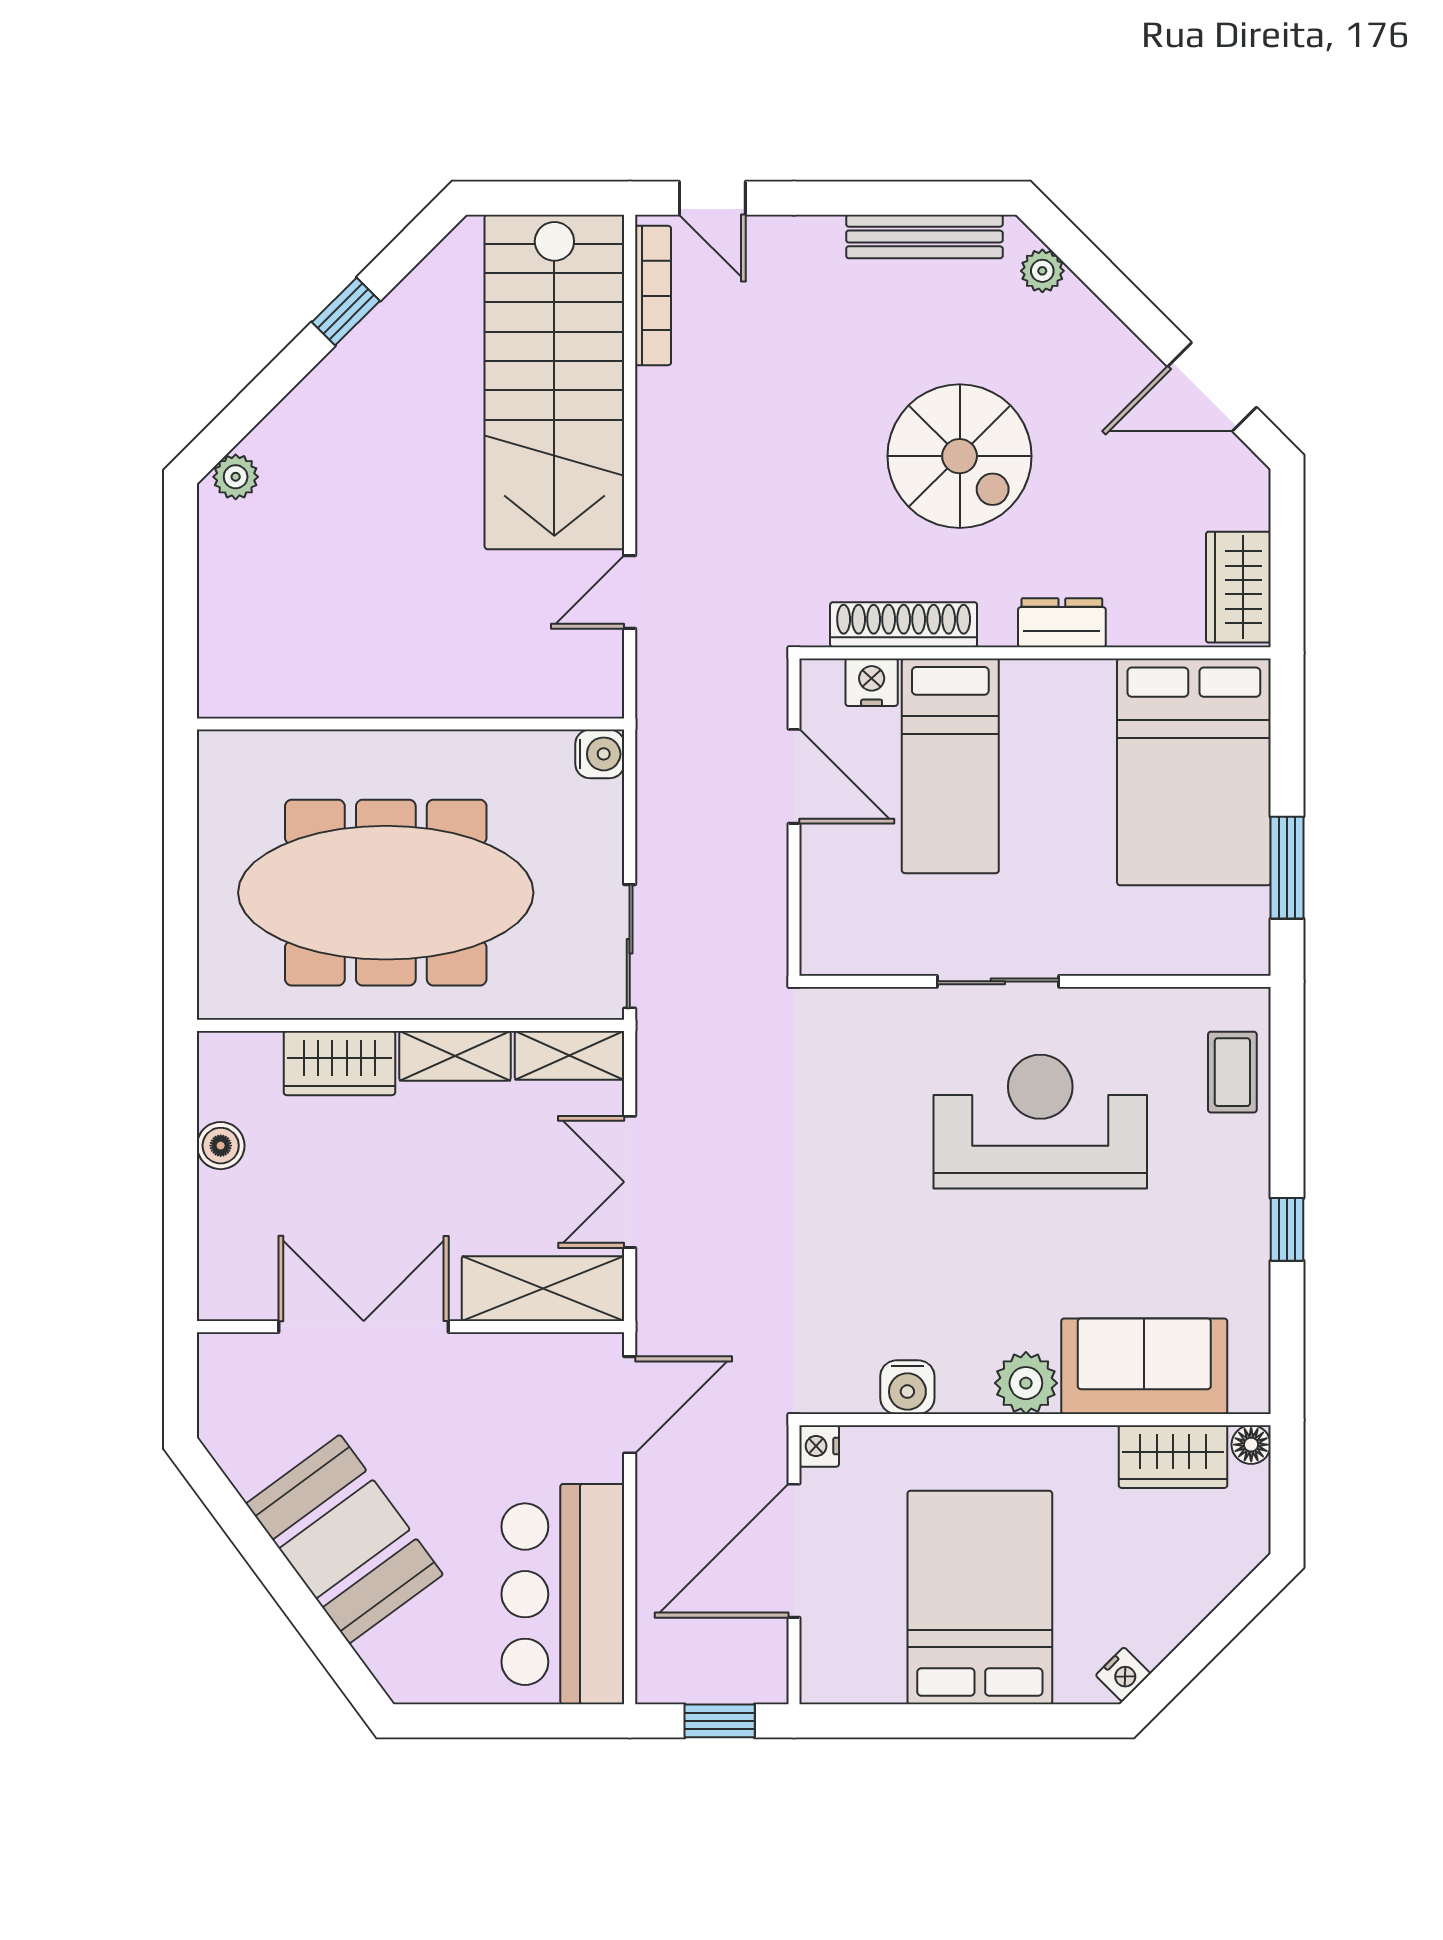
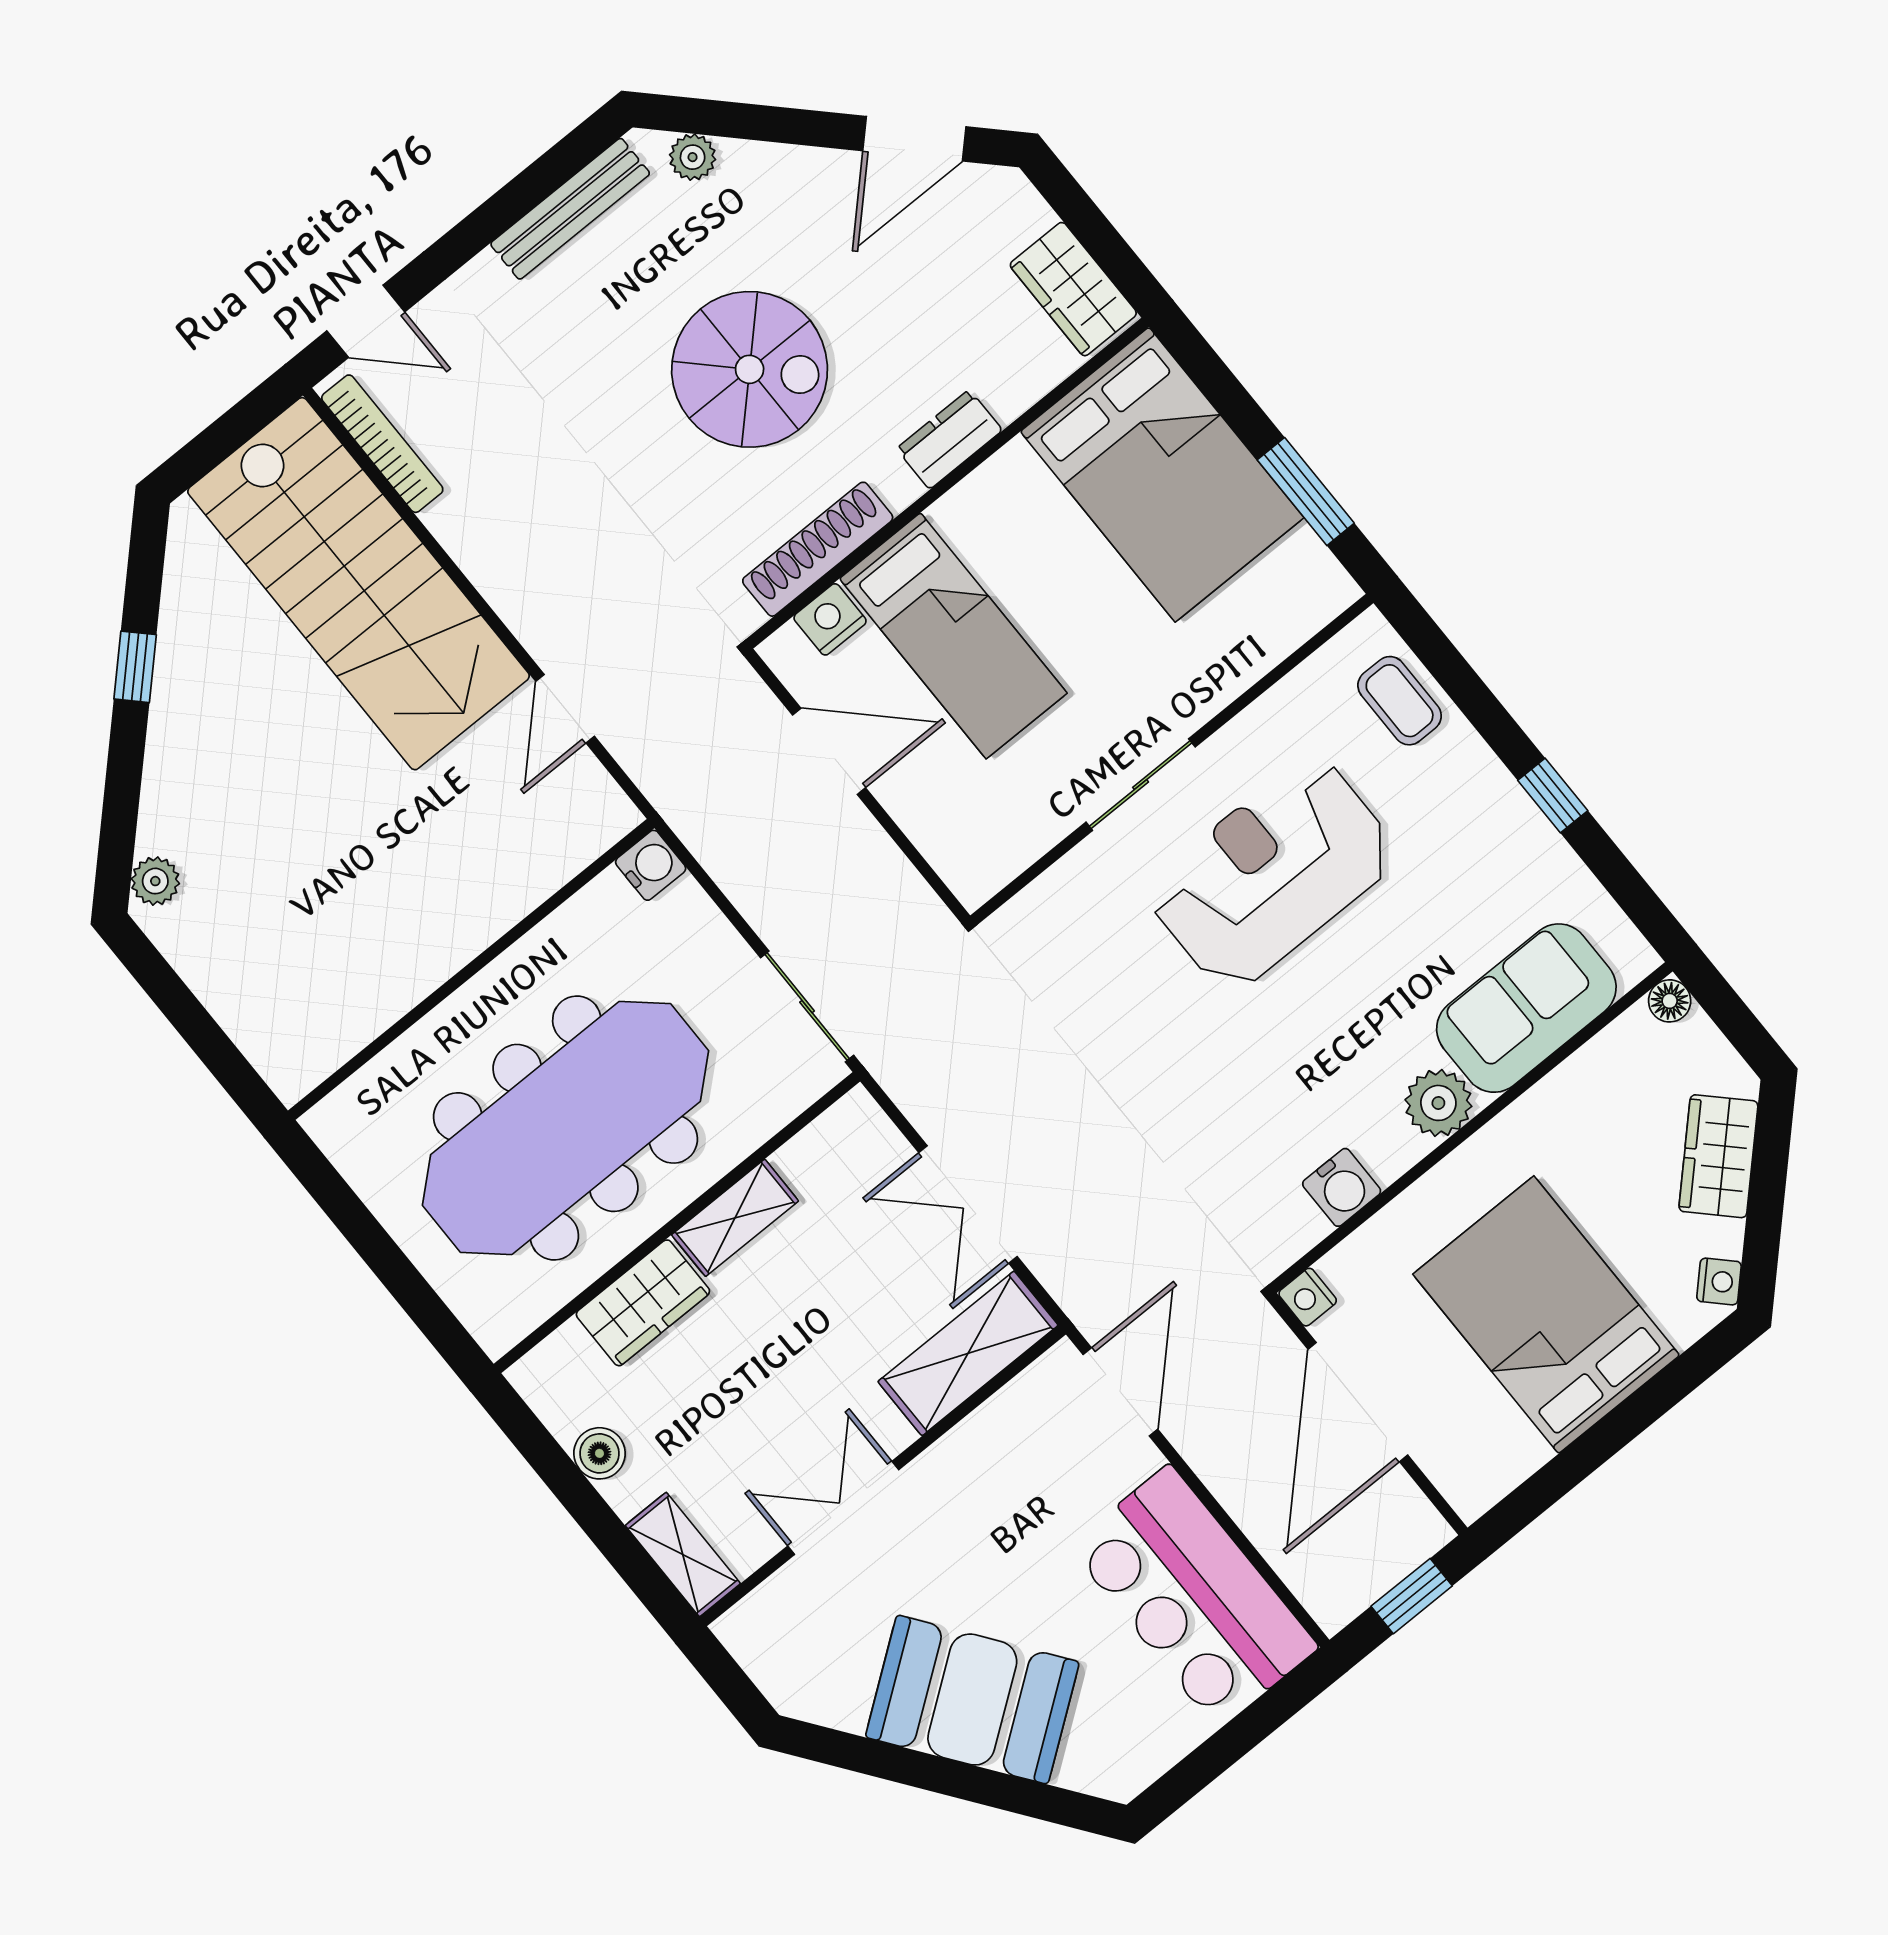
shelving: (569, 1055) -> (683, 1554), moved, turned 90
double door: (364, 1327) -> (843, 1508), width x0.73
wardrobe: (1173, 1457) -> (1718, 1156), moved, turned 135

